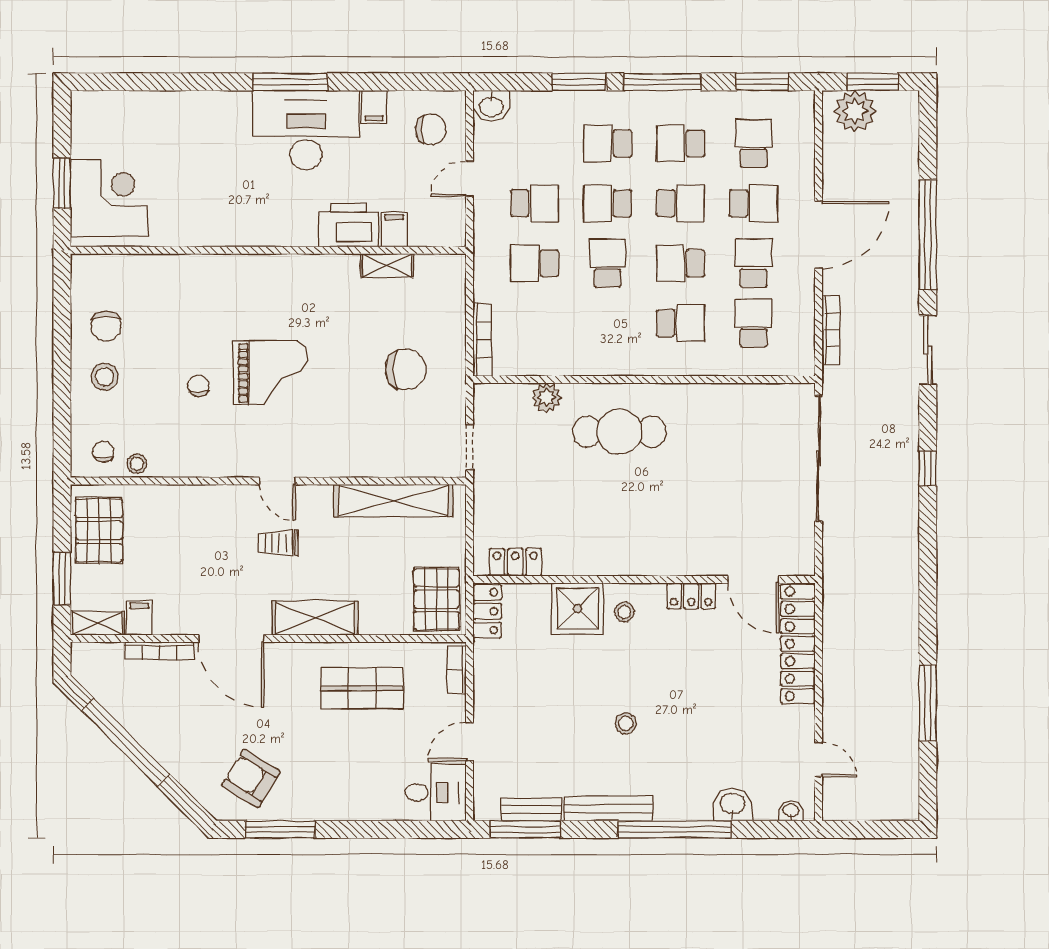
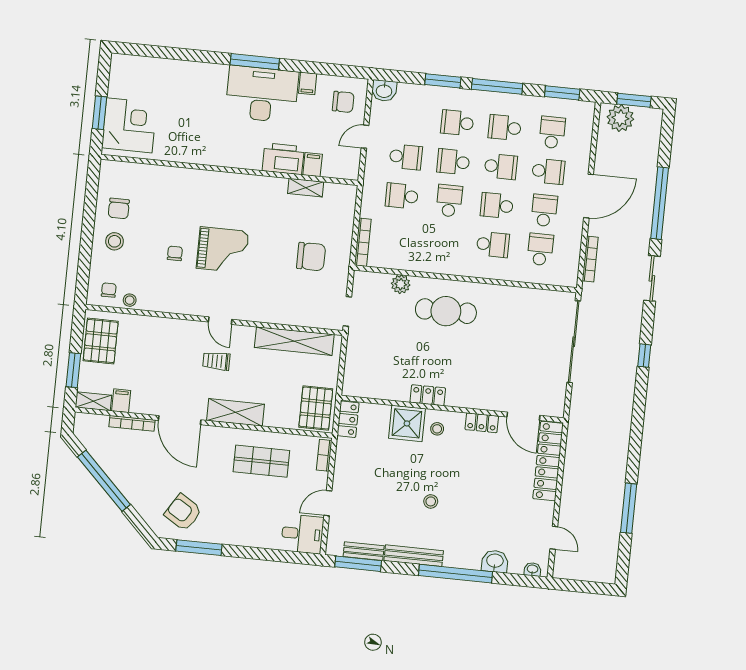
locker: (515, 562) -> (428, 395), moved

